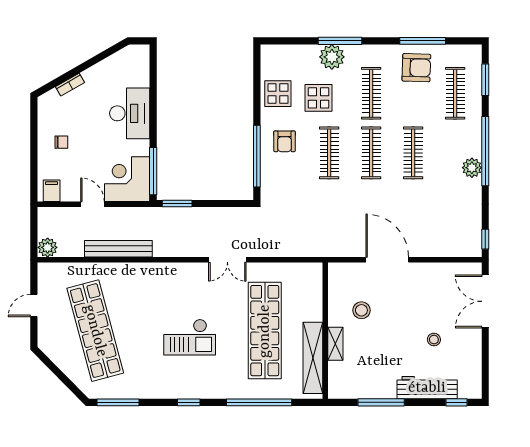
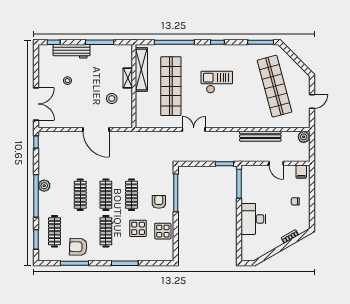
plant: (332, 57) -> (130, 253), removed
corner desk: (127, 179) -> (255, 179), removed

